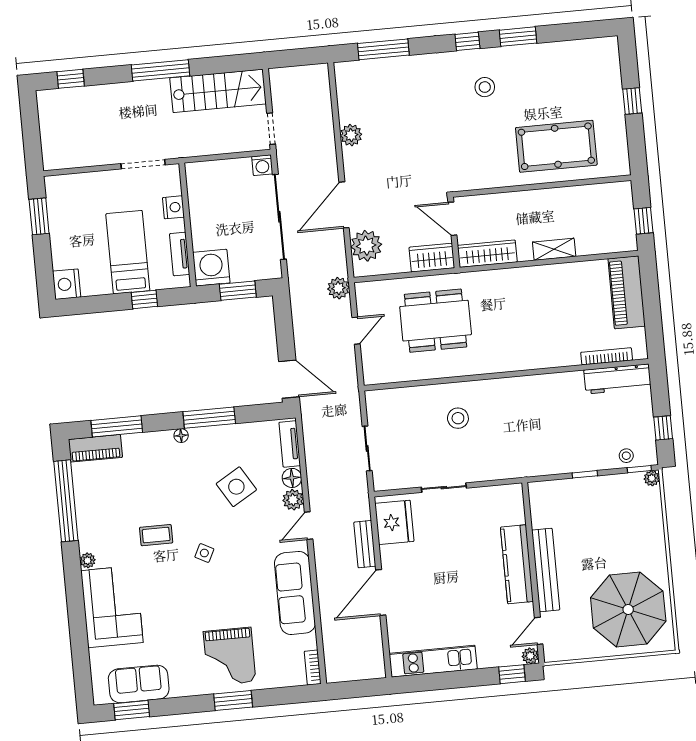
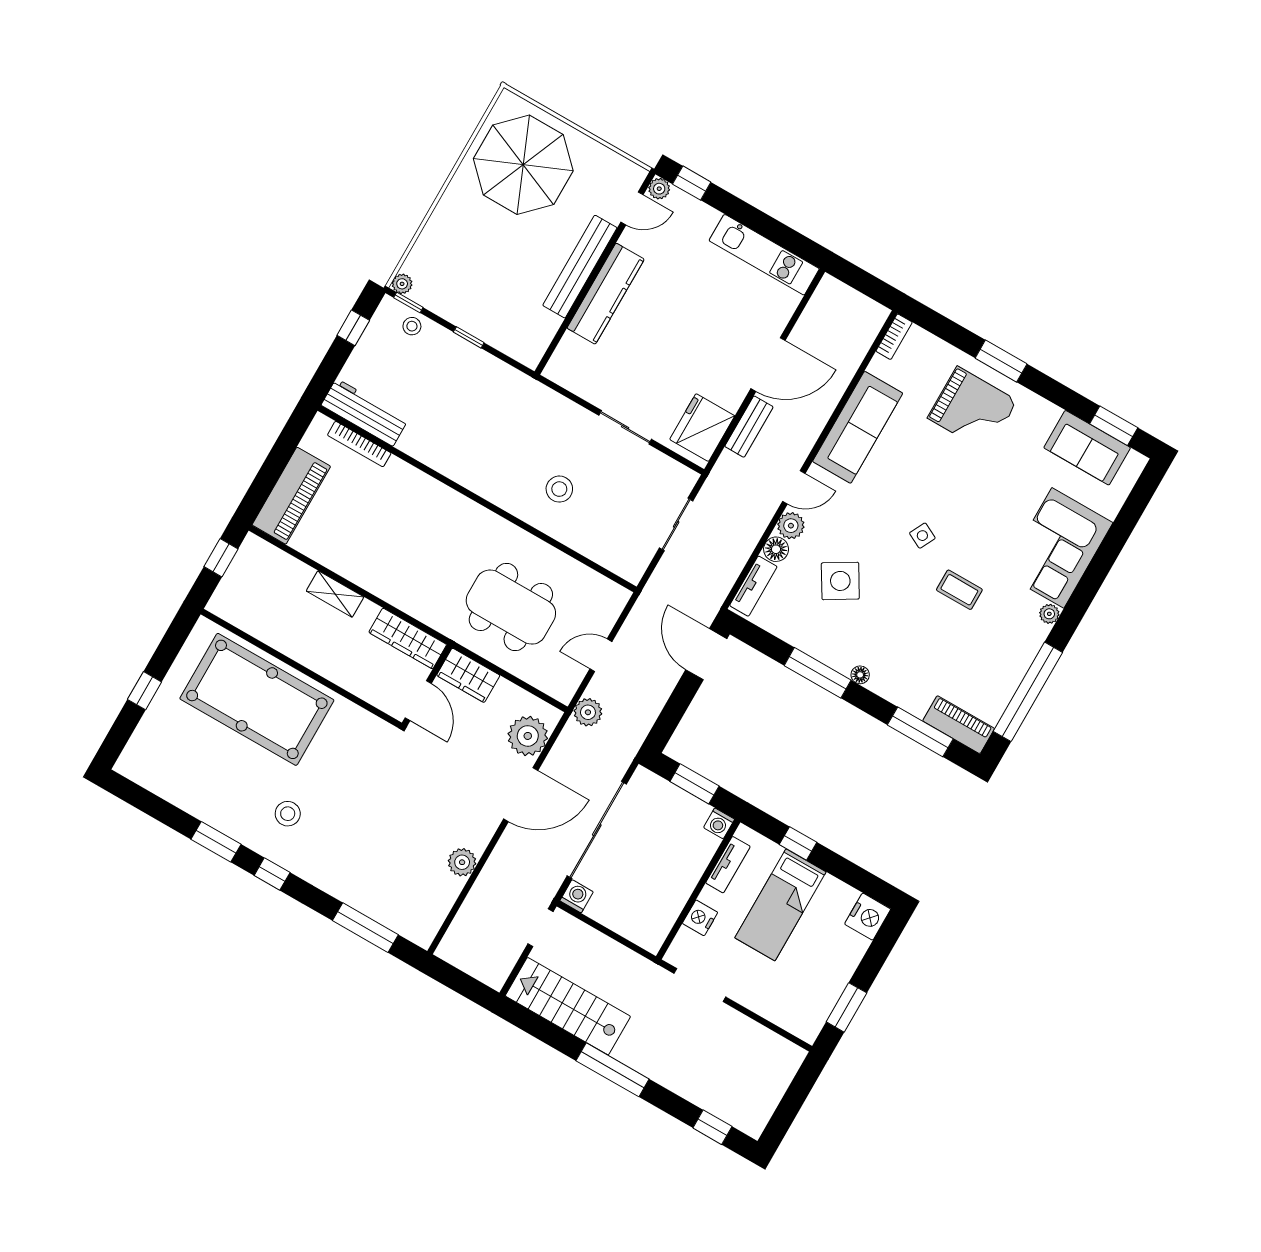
pool table: (556, 146) -> (257, 699), width x1.36, depth x1.32
washing machine: (211, 268) -> (719, 823), width x0.53, depth x0.53
grand piano: (230, 657) -> (972, 409), turned 90

